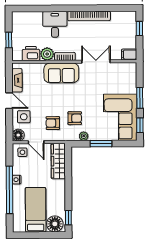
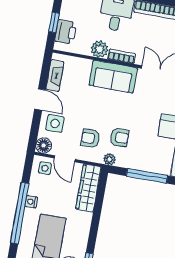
printer: (31, 54) -> (66, 32), moved, turned 90
plant: (84, 136) -> (109, 159), moved
window: (101, 144) -> (147, 176), width x1.44

